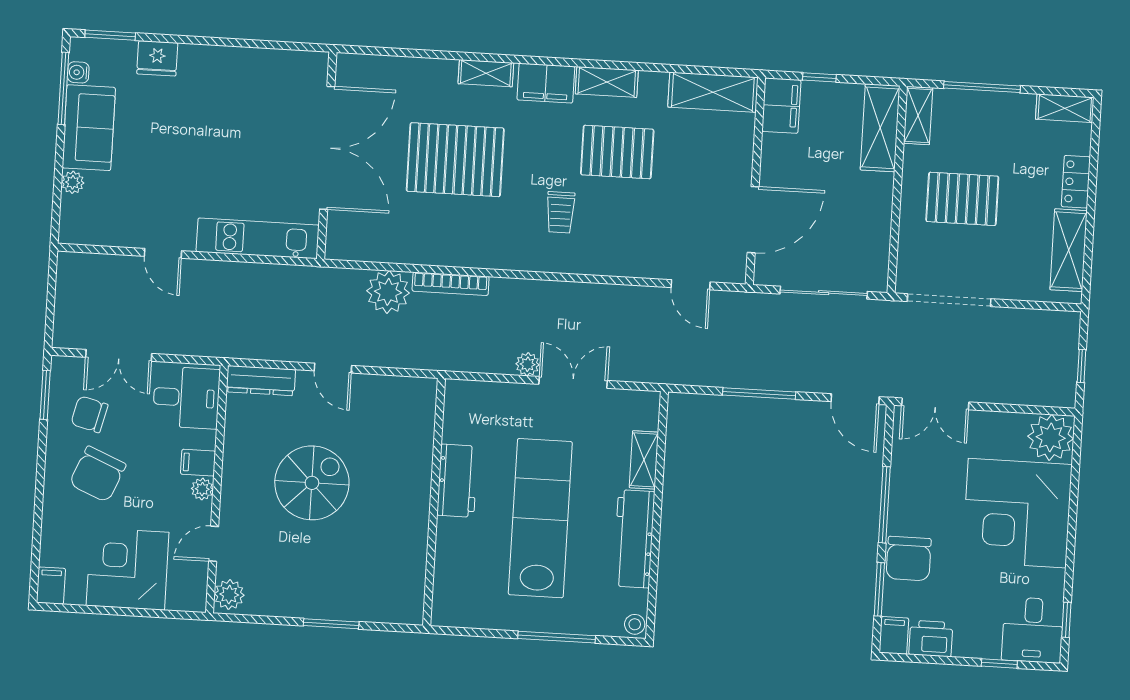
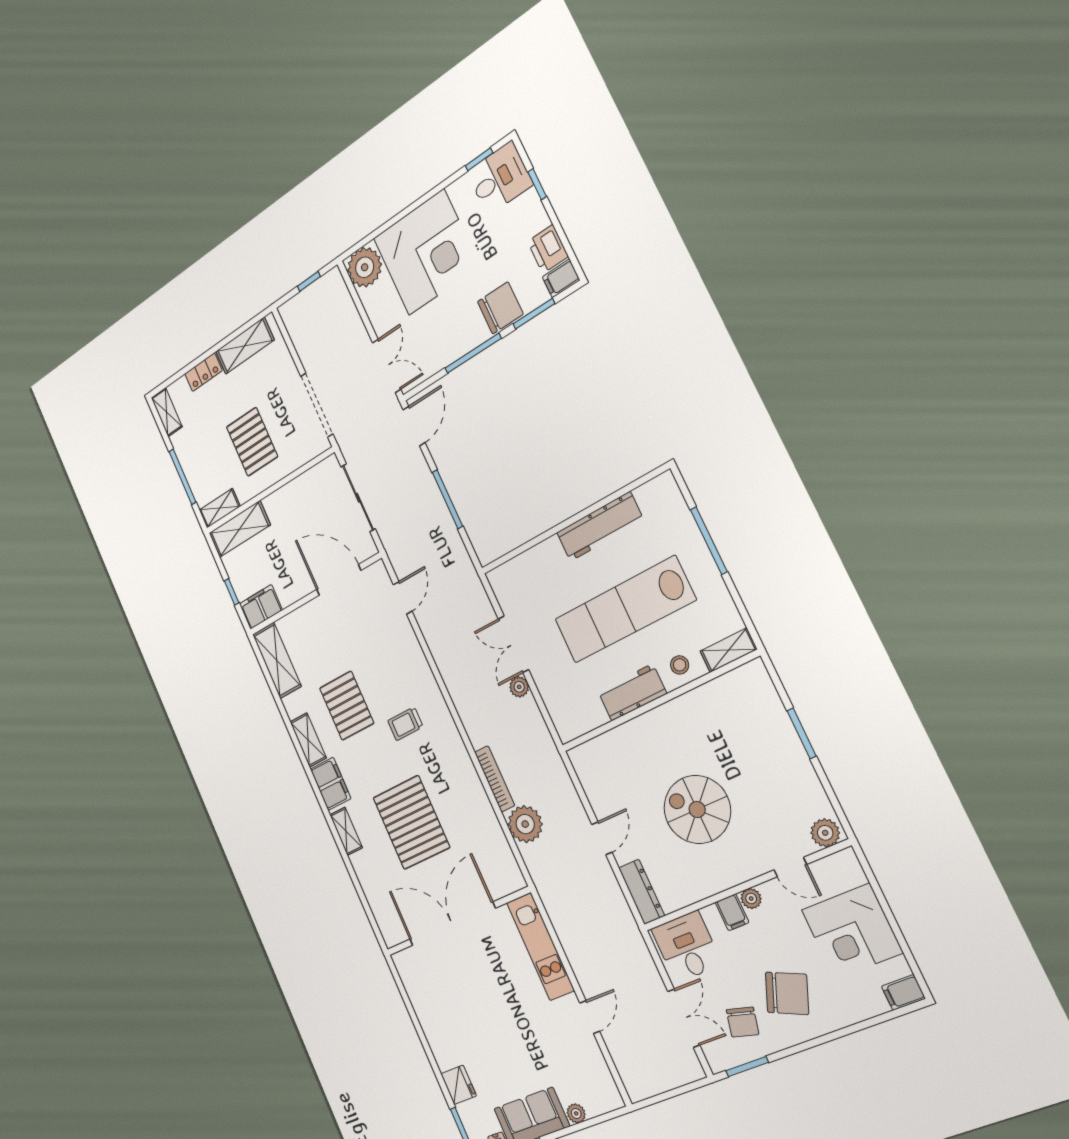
trolley: (560, 212) -> (405, 724), turned 180
shelving: (644, 460) -> (729, 650), moved
stool: (635, 624) -> (680, 665), moved

